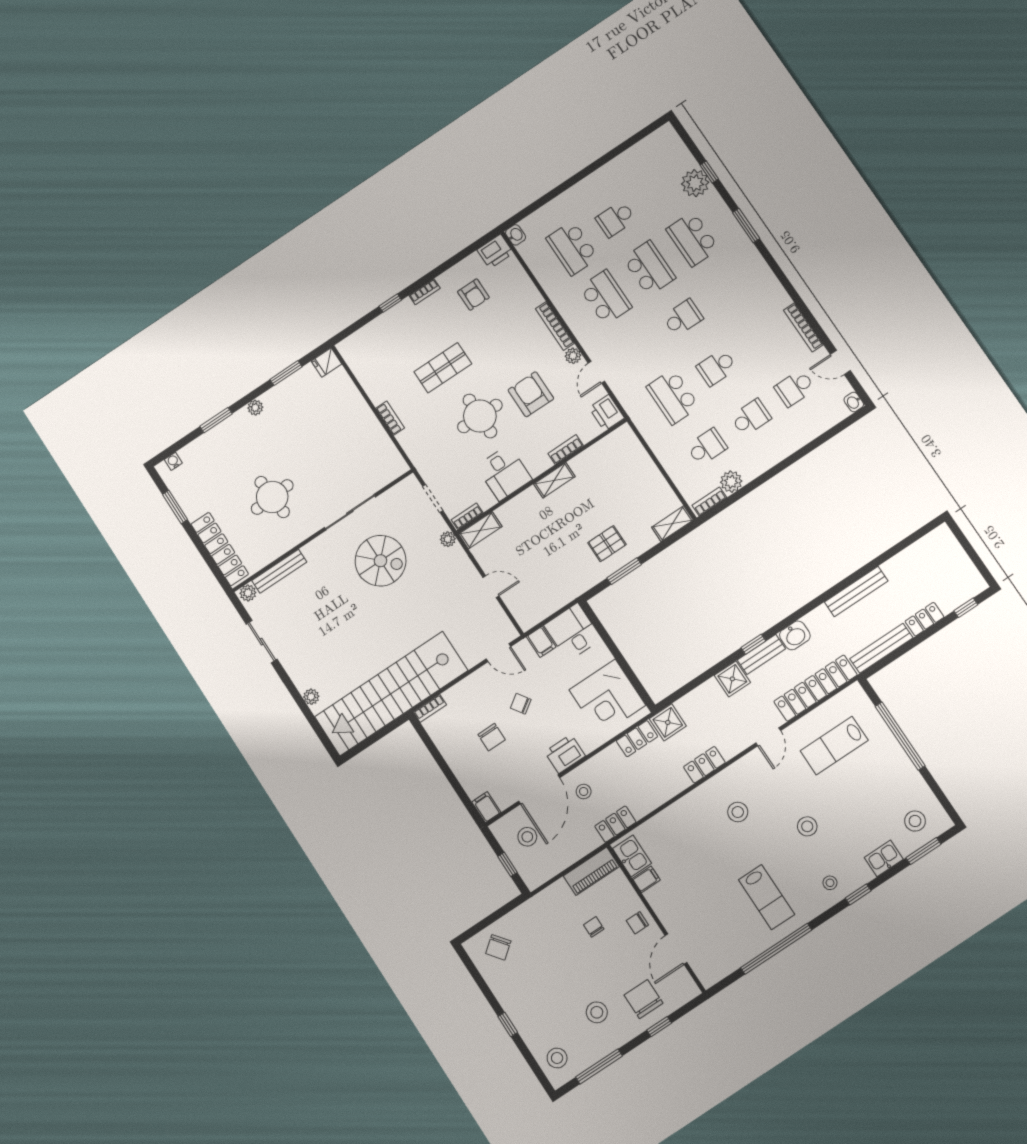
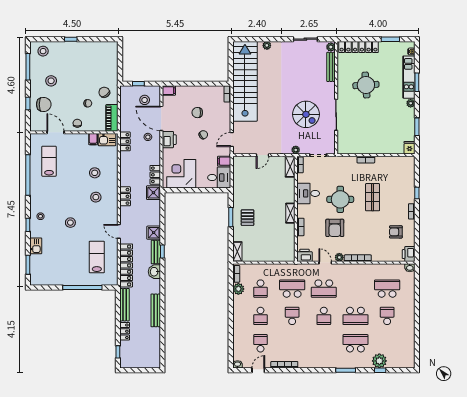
school desk: (606, 297) -> (324, 289), moved
armchair: (531, 394) -> (335, 228), turned 90
kitchen unit: (216, 438) -> (409, 77), added
spiral stairs: (380, 561) -> (306, 114), turned -90
stool: (915, 821) -> (95, 173), moved
lab bench: (766, 897) -> (49, 161), moved, turned 90
chair: (498, 947) -> (104, 92), moved

